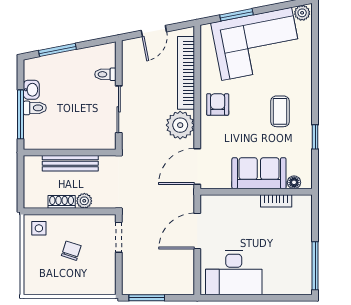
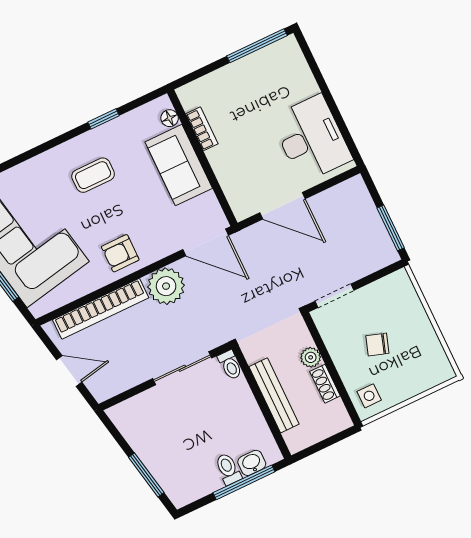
toilet: (105, 74) -> (230, 365), moved
washbasin: (31, 90) -> (252, 463), moved

